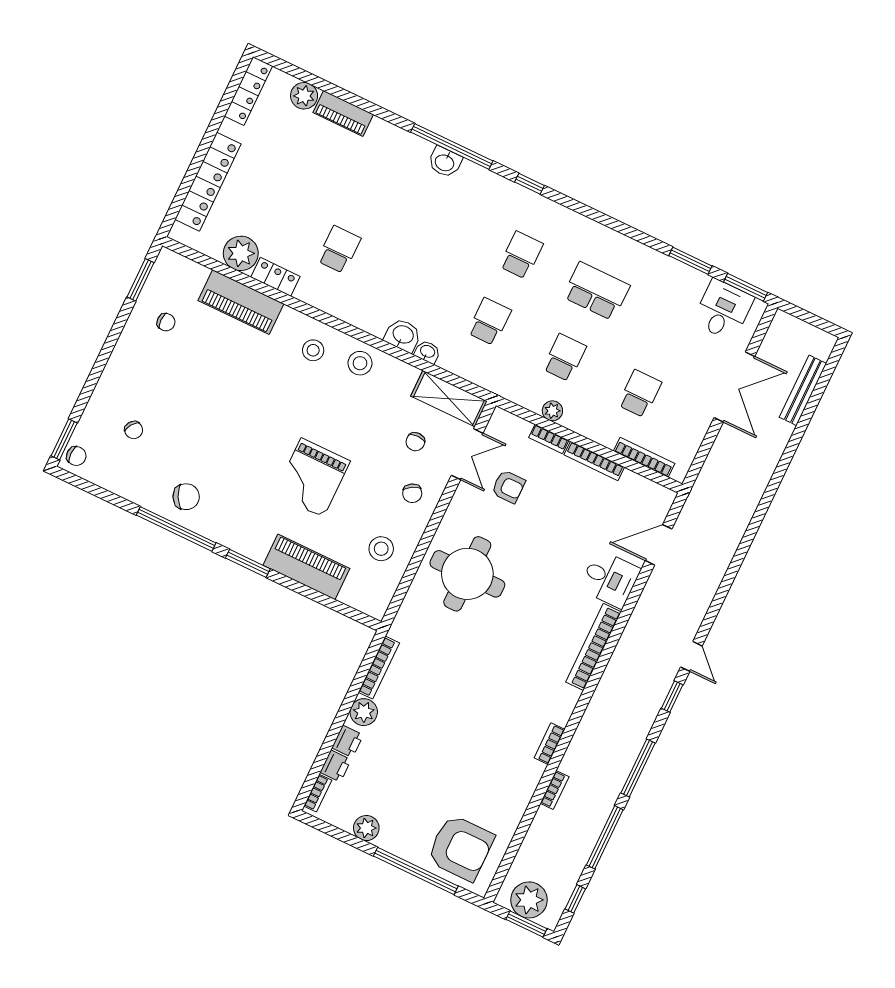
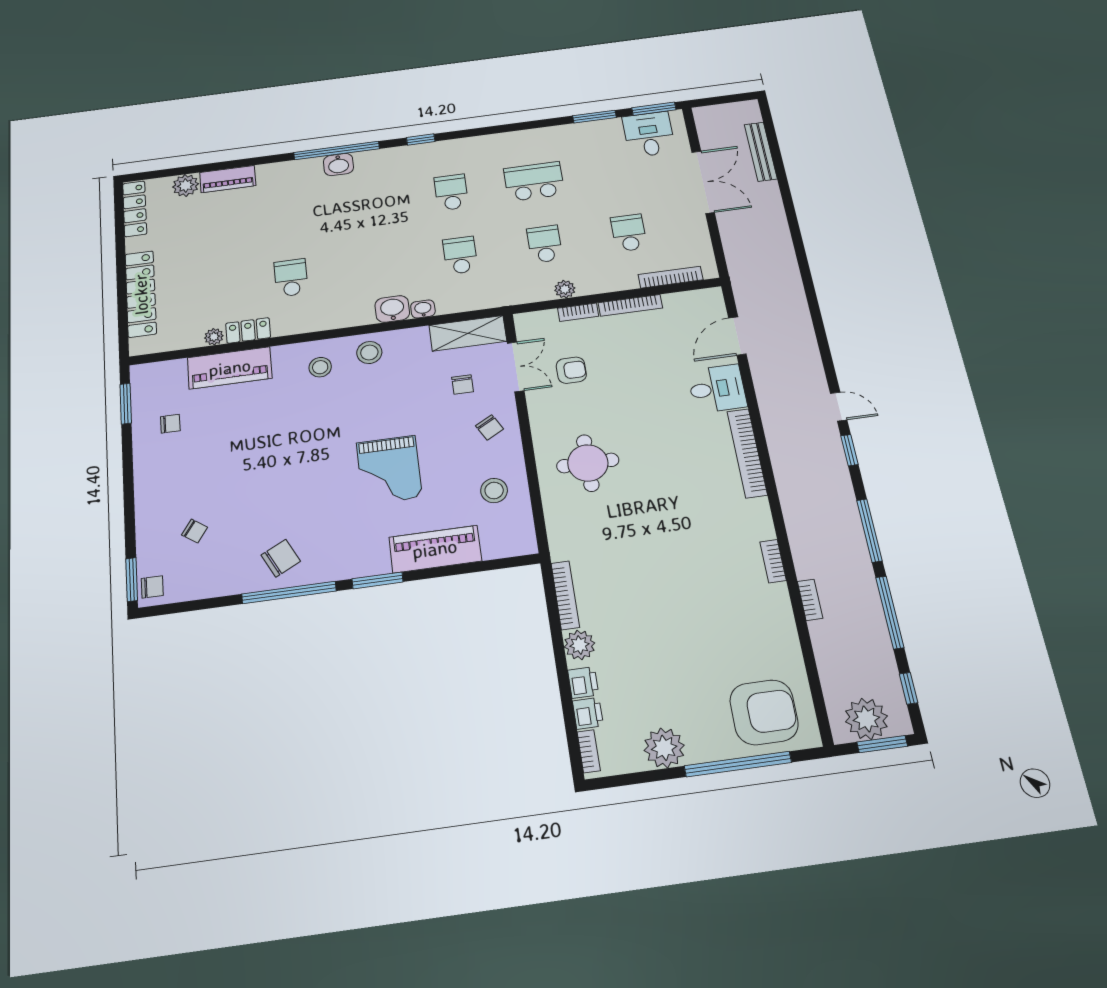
plant: (241, 253) -> (214, 337), width x0.53, depth x0.53
round table: (467, 574) -> (588, 463), width x0.73, depth x0.73
plant: (366, 828) -> (664, 748), width x1.36, depth x1.36

